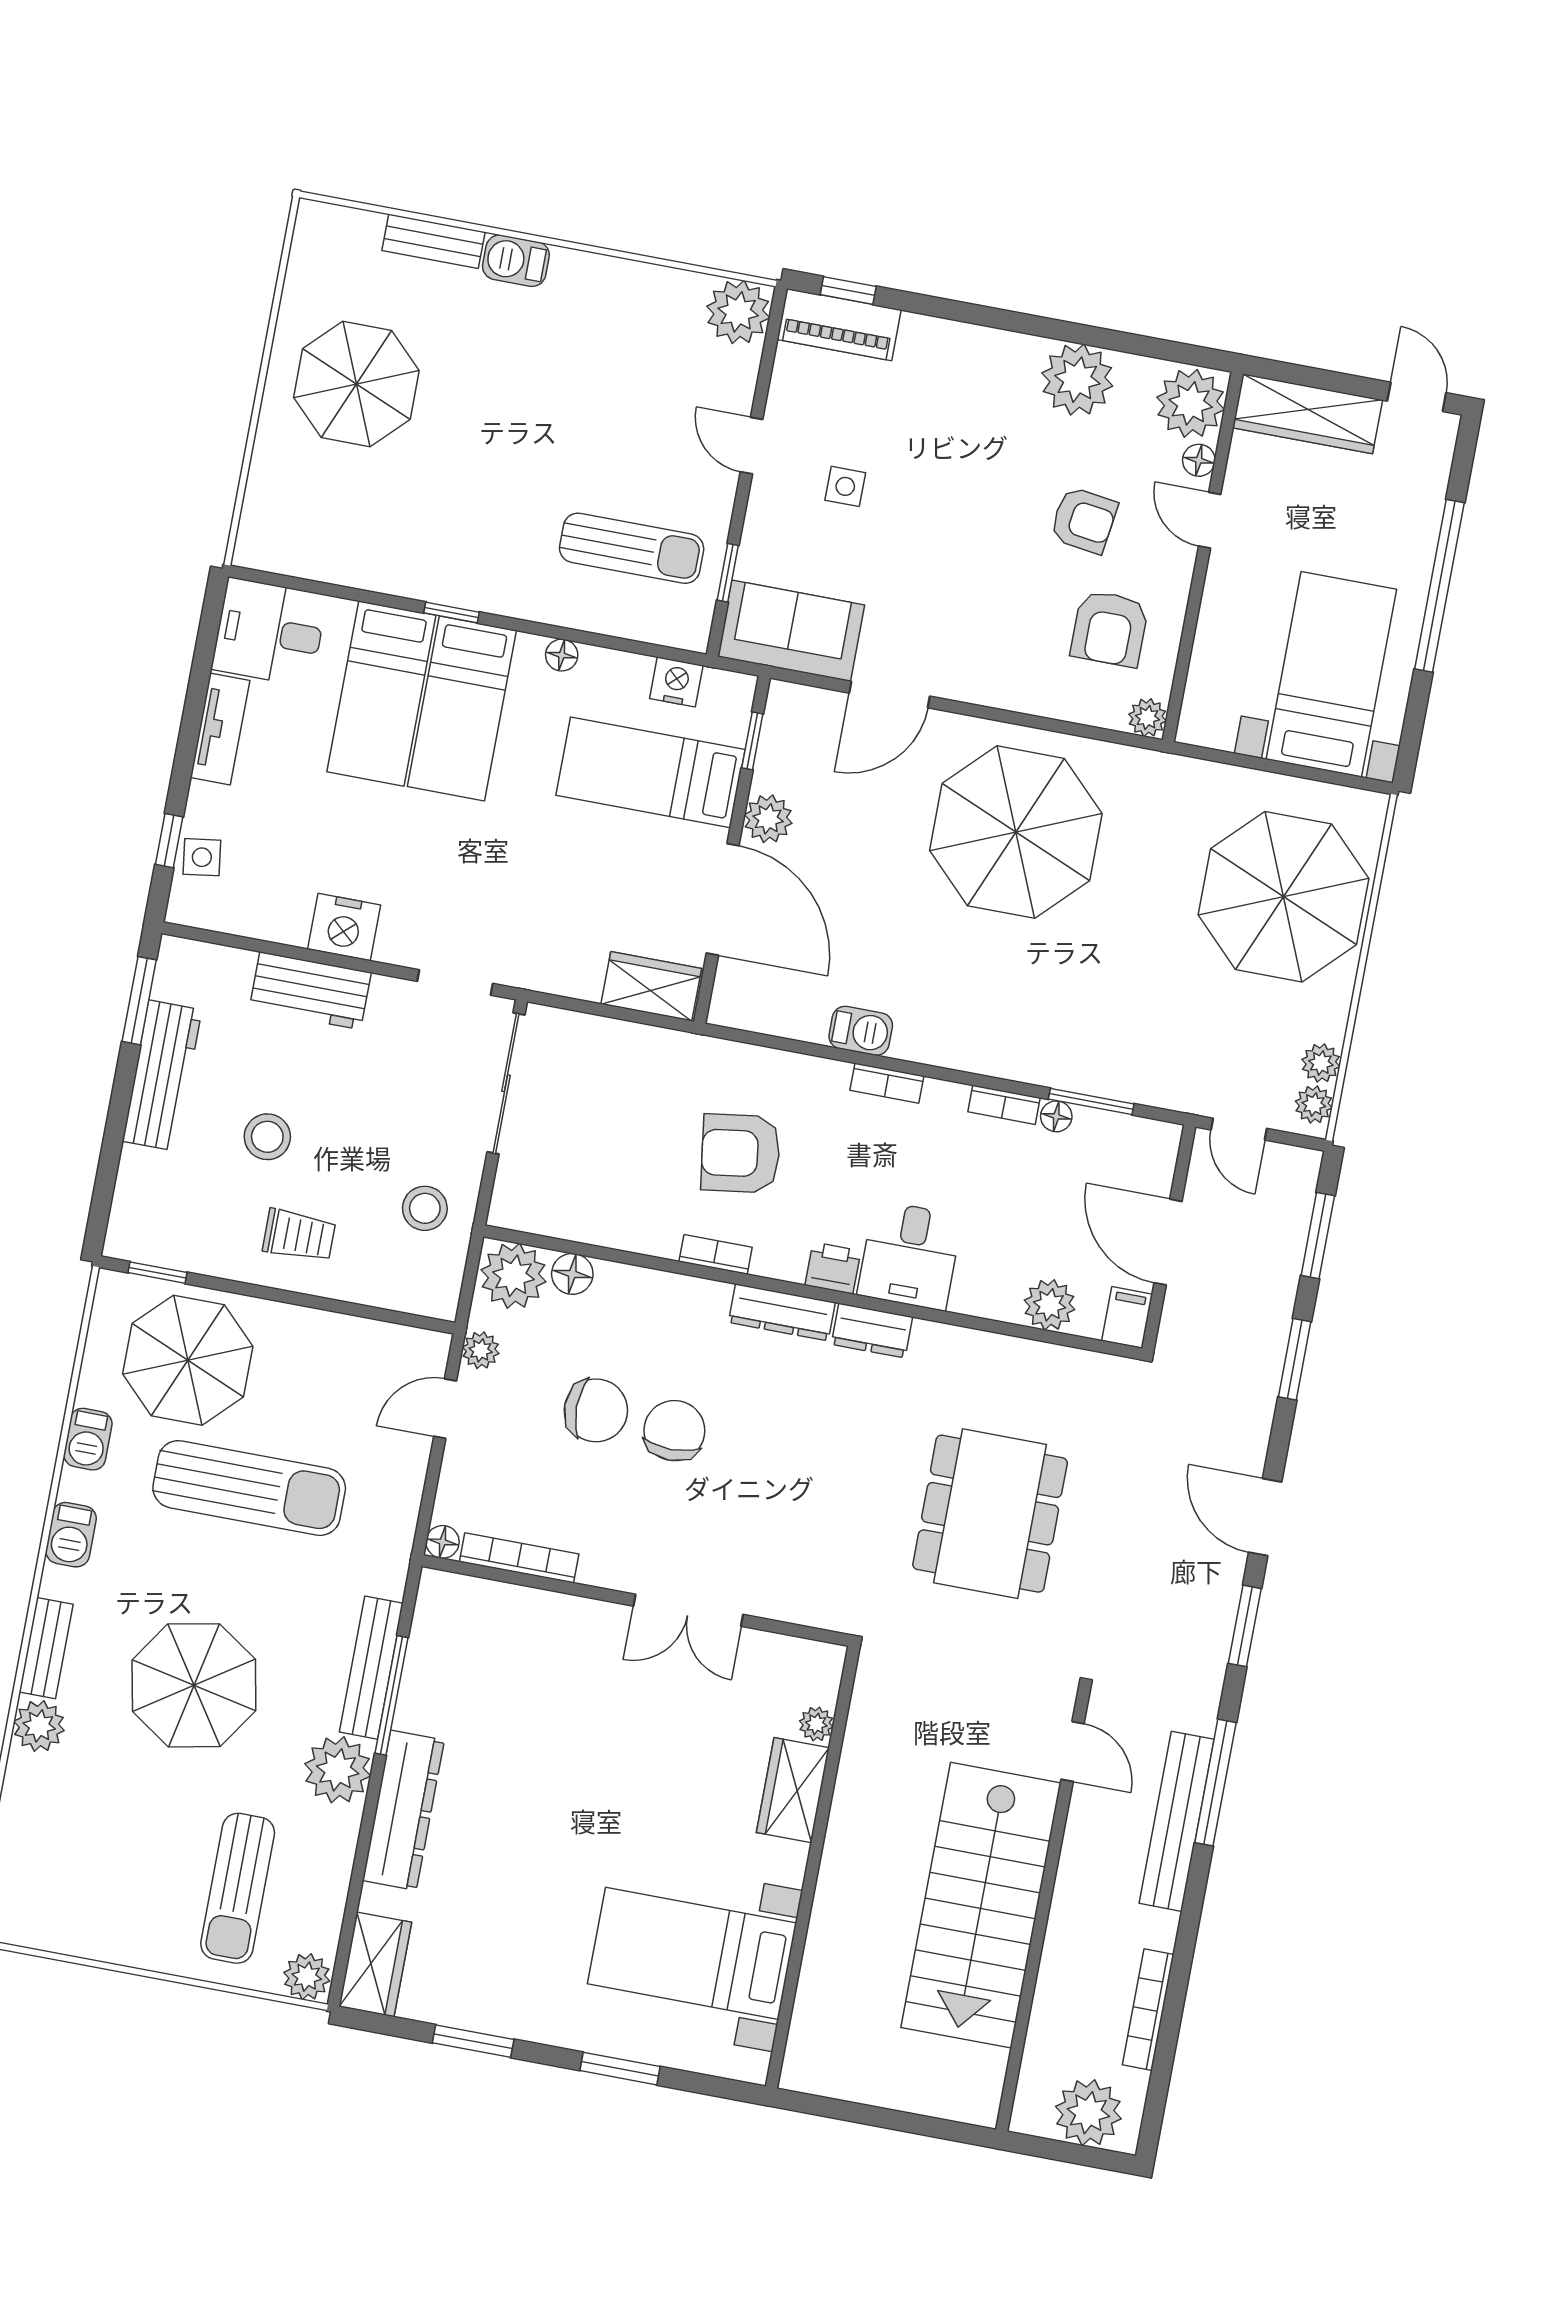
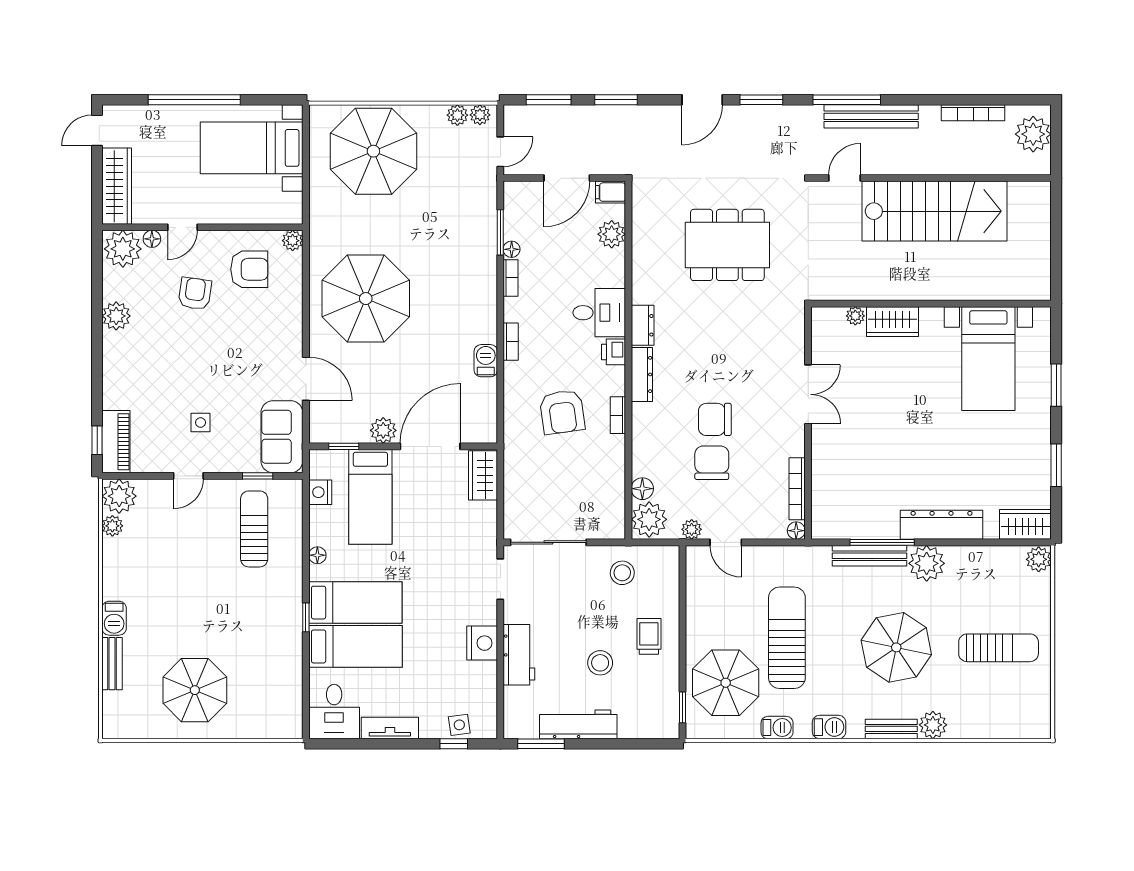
plant: (686, 289) -> (112, 526), added
plant: (1077, 380) -> (116, 316), width x0.73, depth x0.73
sun lounger: (238, 1888) -> (999, 648), moved

